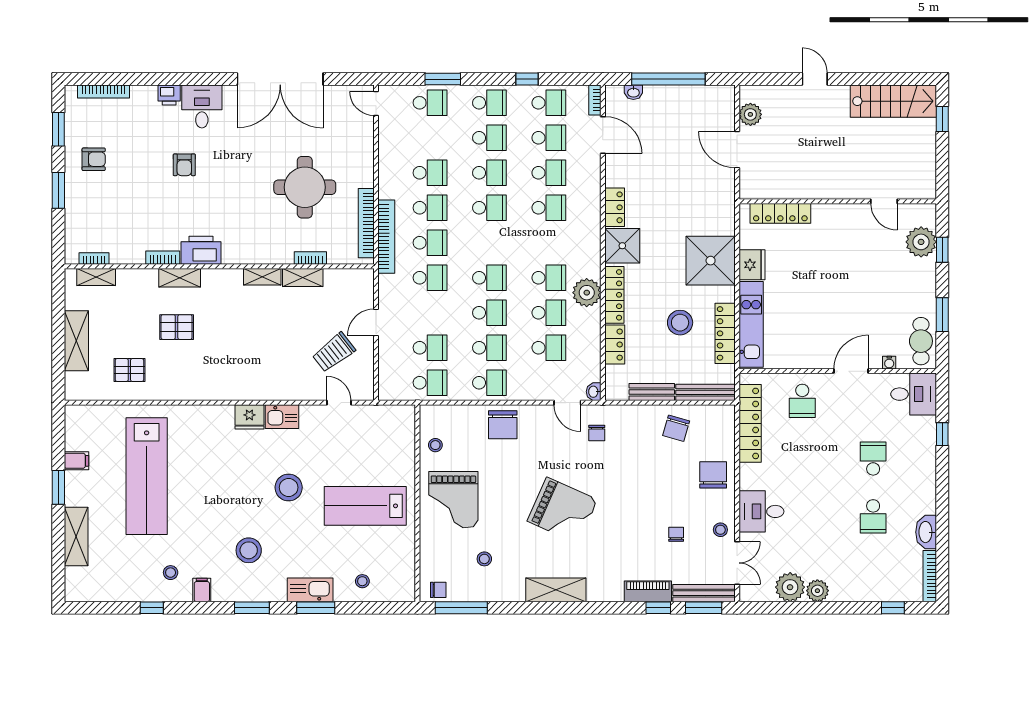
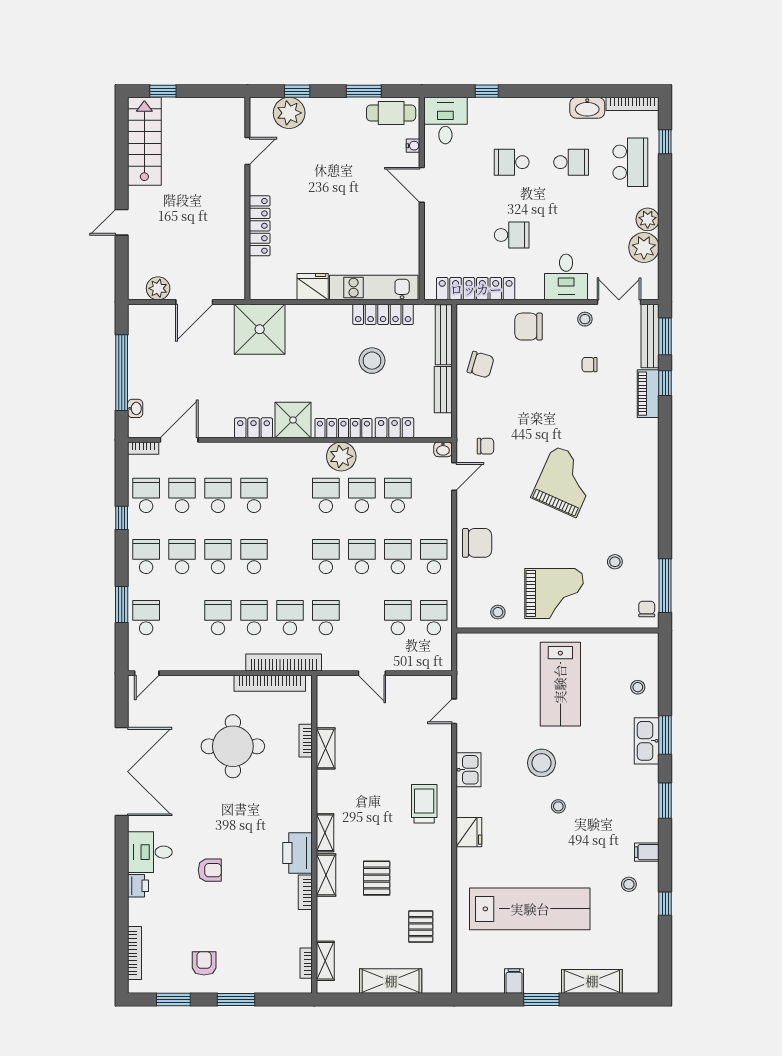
locker: (780, 213) -> (260, 226), moved
shower: (711, 261) -> (260, 329), moved
shelving: (262, 277) -> (325, 833), moved
trolley: (334, 352) -> (424, 804), moved, turned -142
school desk: (802, 401) -> (512, 235), moved
fridge: (249, 417) -> (469, 832), moved
stool: (249, 550) -> (558, 806), moved, width x0.53, depth x0.53
school desk: (873, 574) -> (630, 162), added
shelving: (556, 590) -> (647, 488), removed

